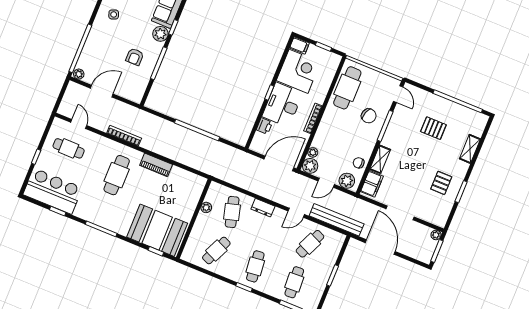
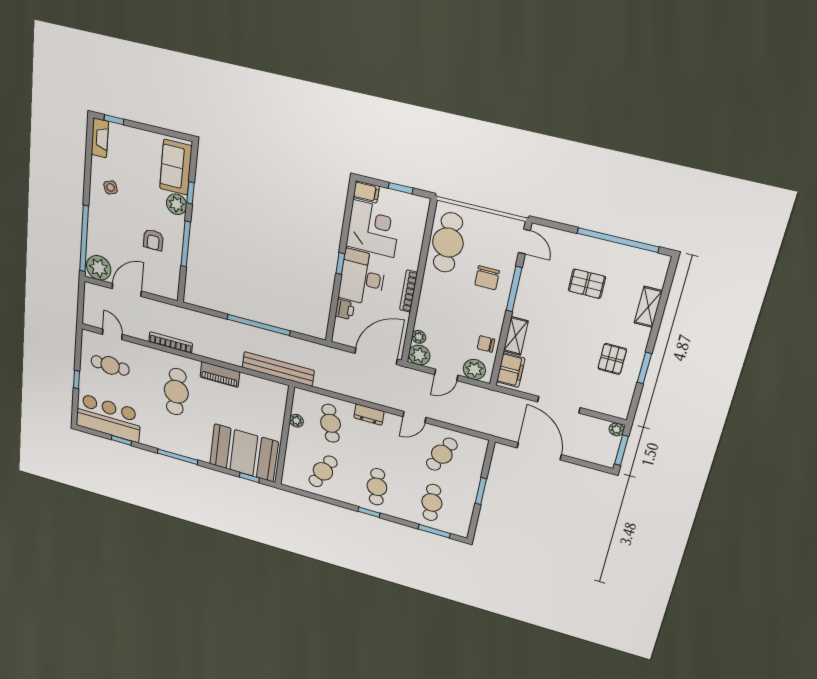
plant: (79, 74) -> (99, 268), width x1.88, depth x1.88
chair: (369, 116) -> (487, 278), turned 71
bench: (337, 220) -> (278, 369), moved

